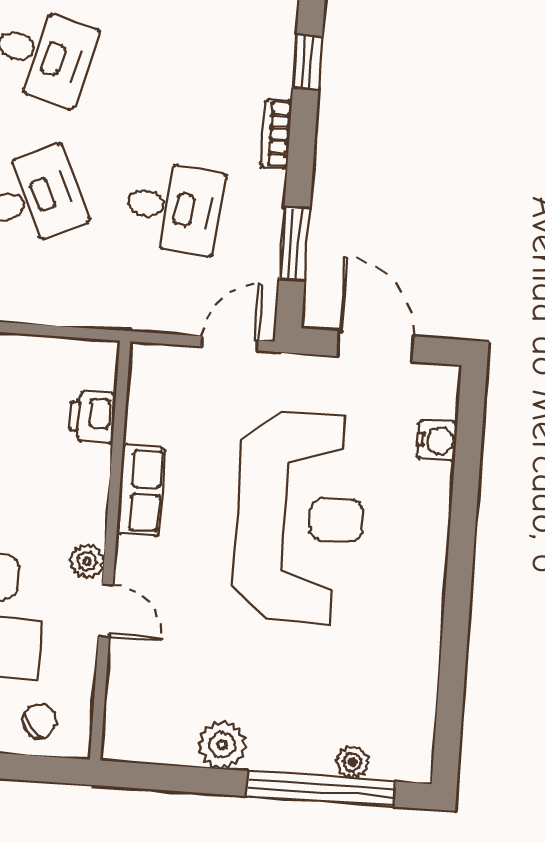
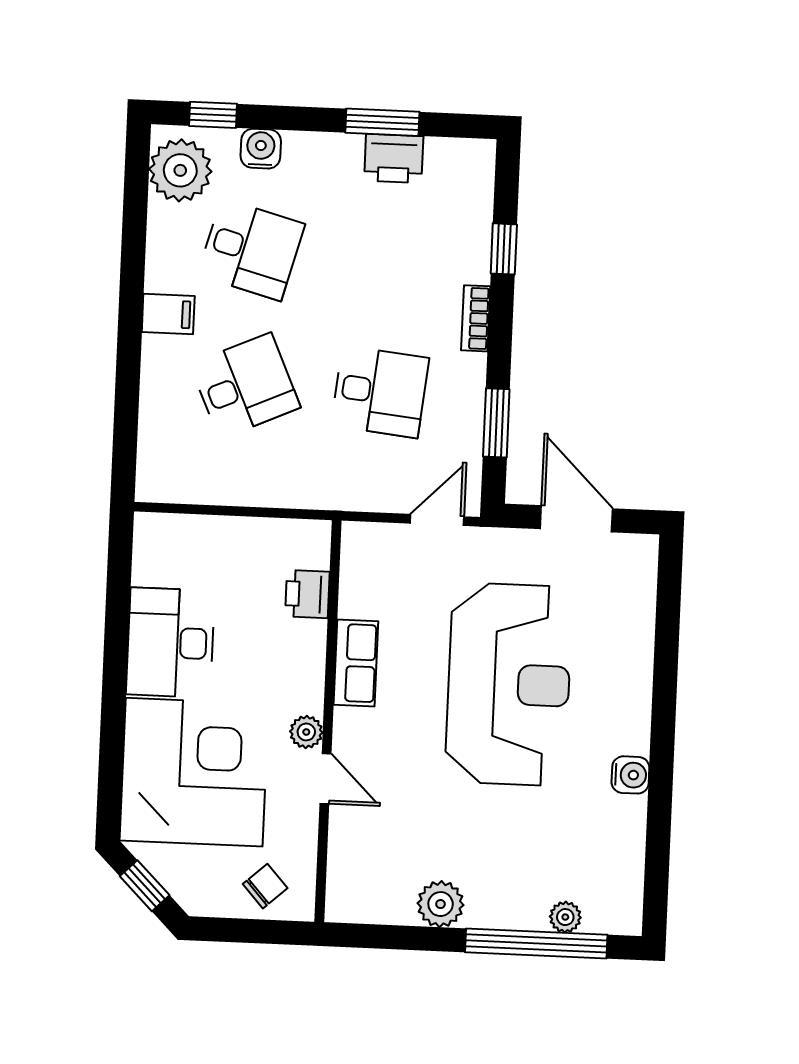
water cooler: (437, 441) -> (630, 775), moved

